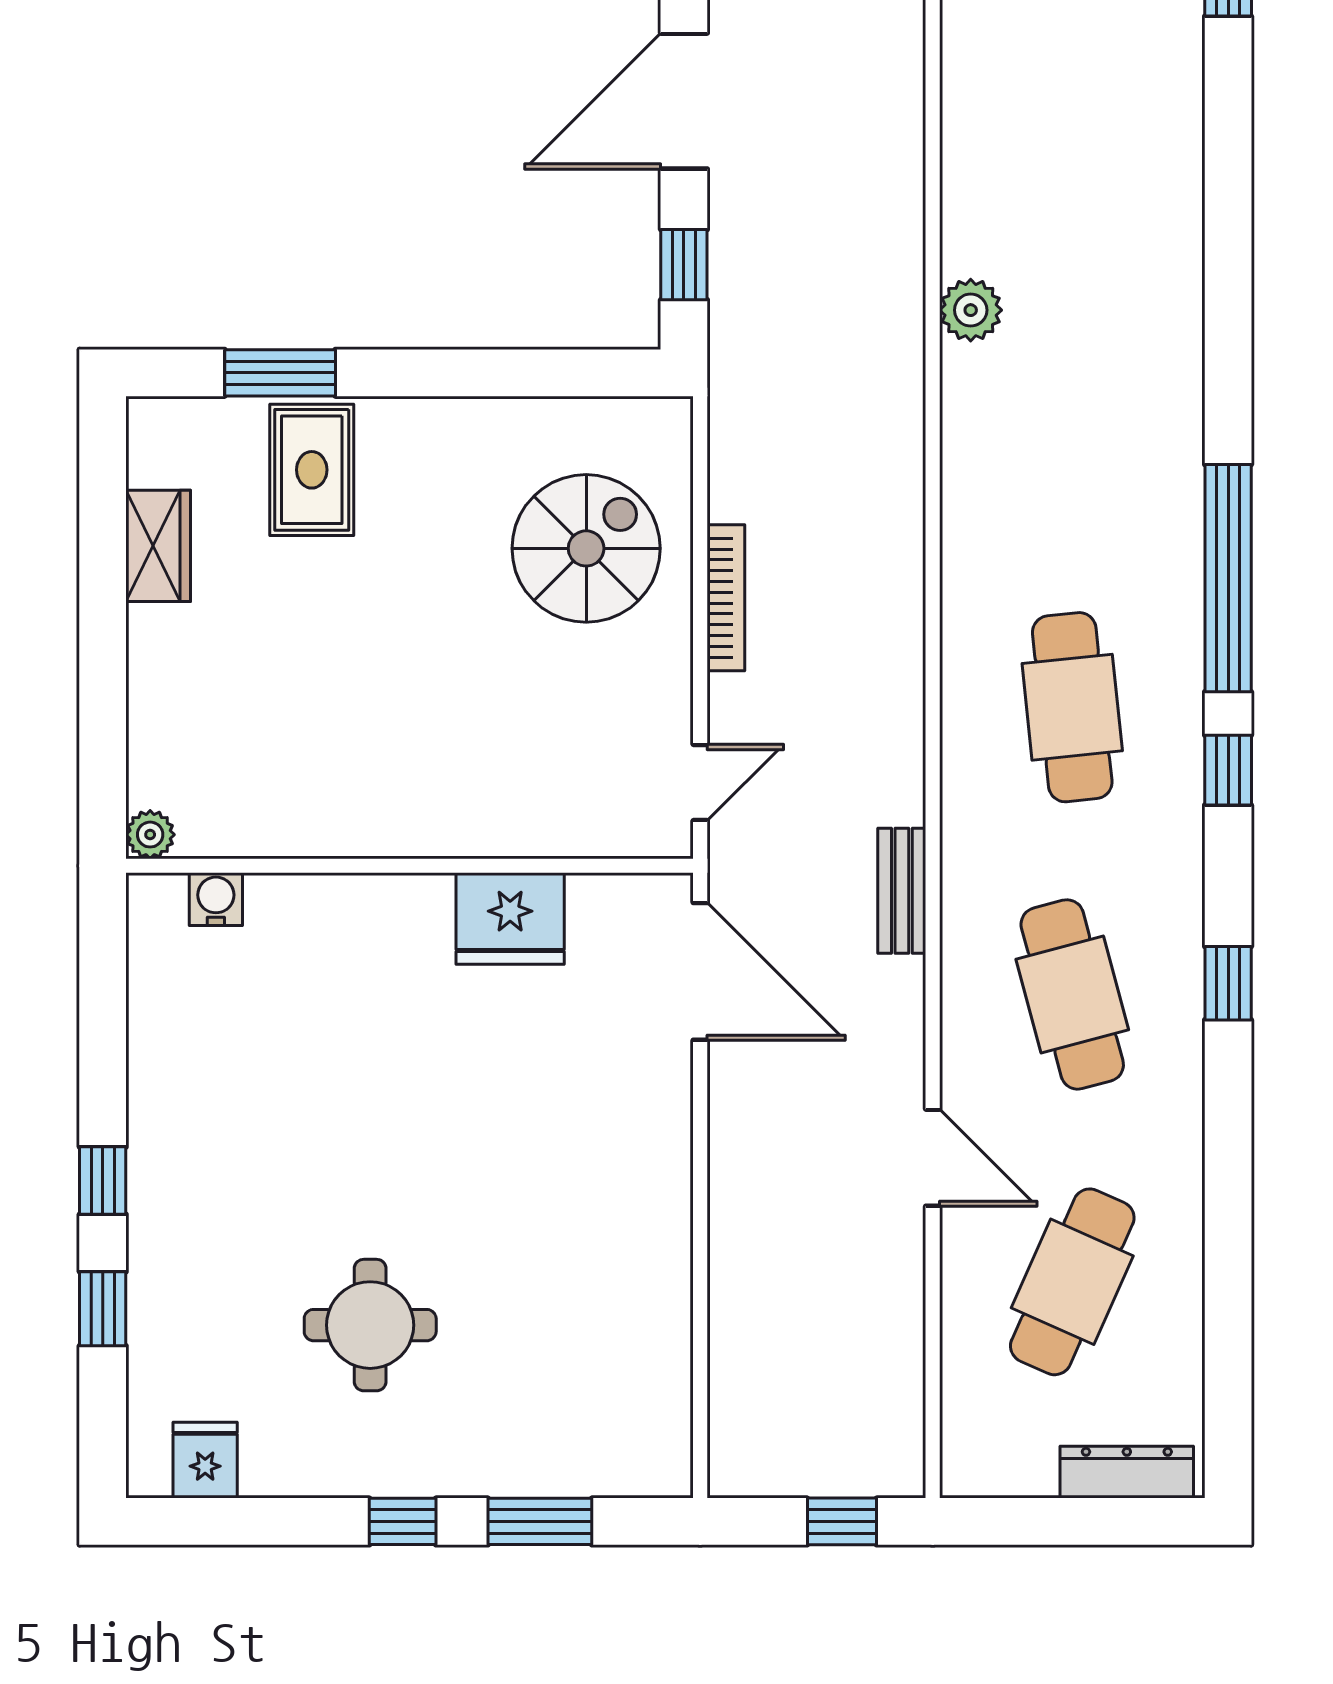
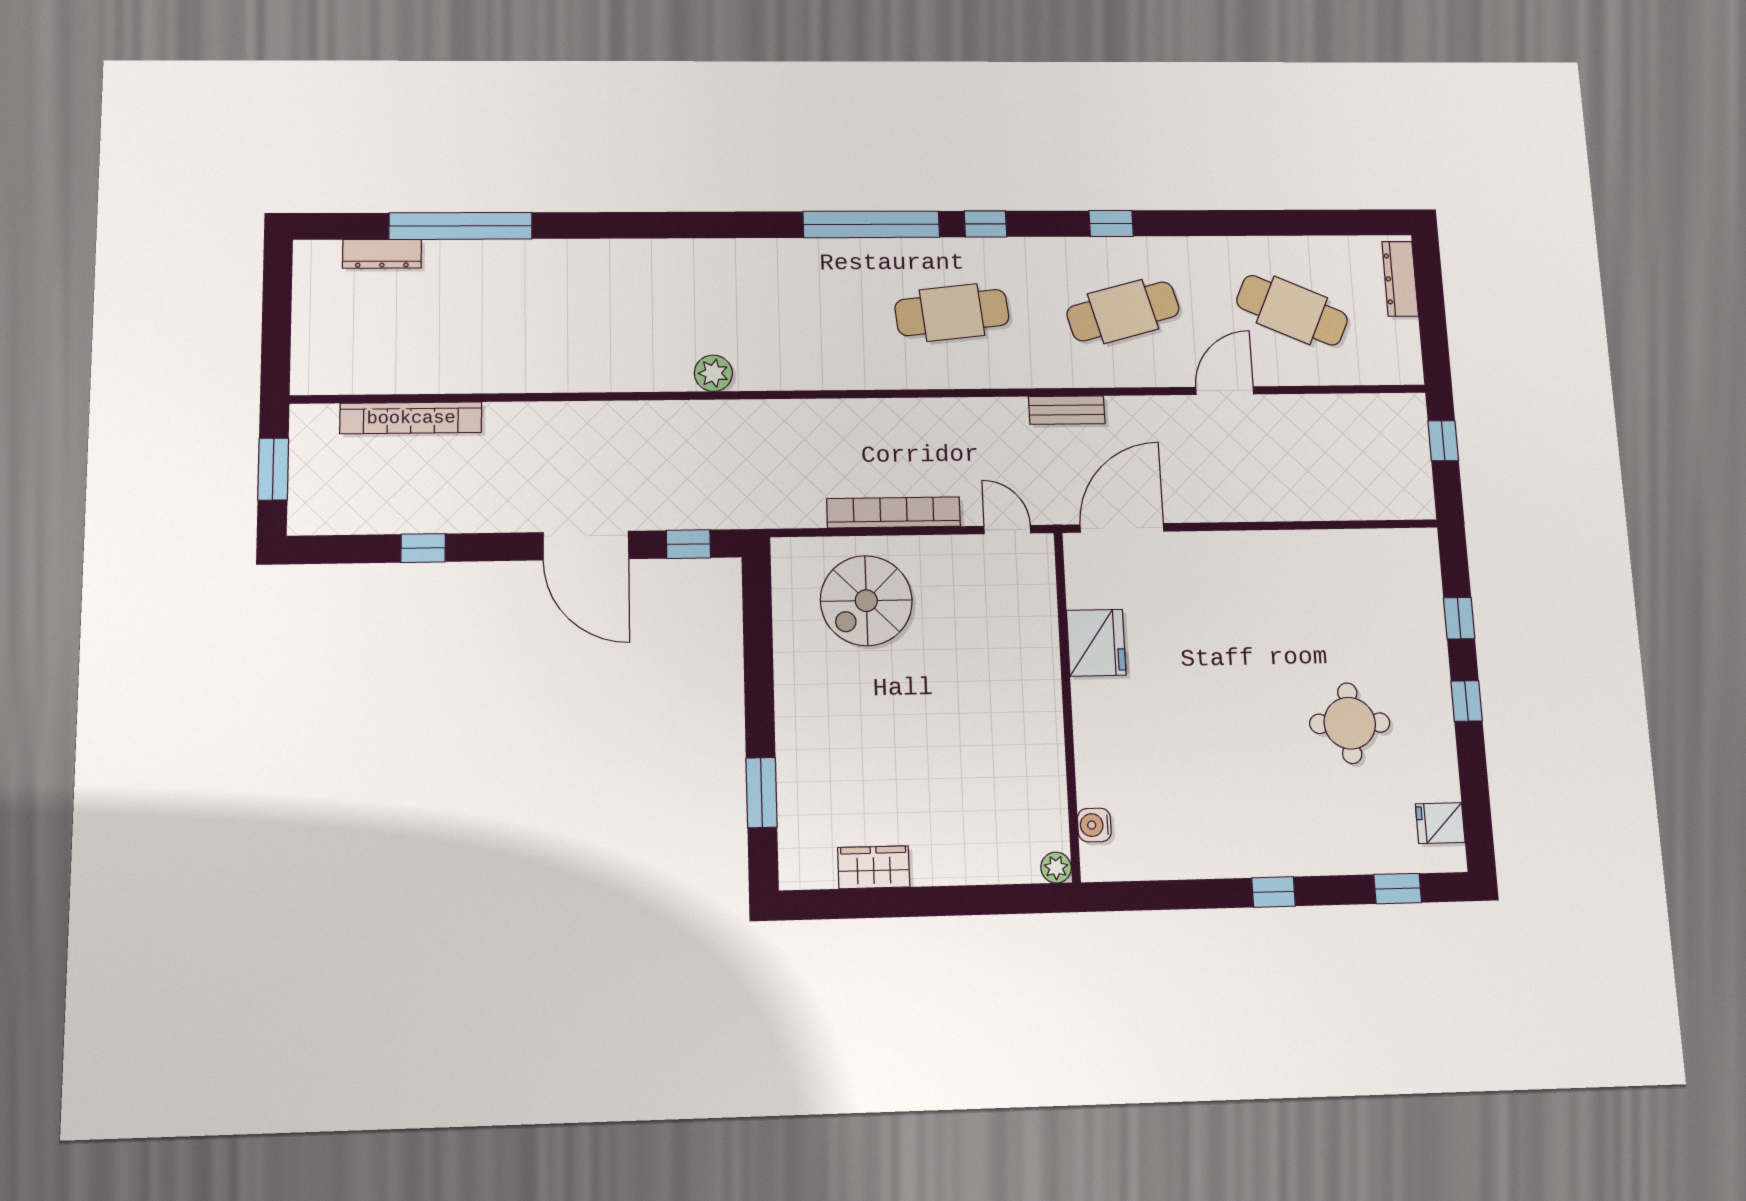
rug: (312, 470) -> (822, 771), removed
spiral stairs: (586, 548) -> (866, 601), turned -90
bookcase: (726, 598) -> (894, 512), width x1.48, depth x1.31
window: (103, 1309) -> (1398, 889), moved
window: (540, 1521) -> (1459, 618), width x0.67

